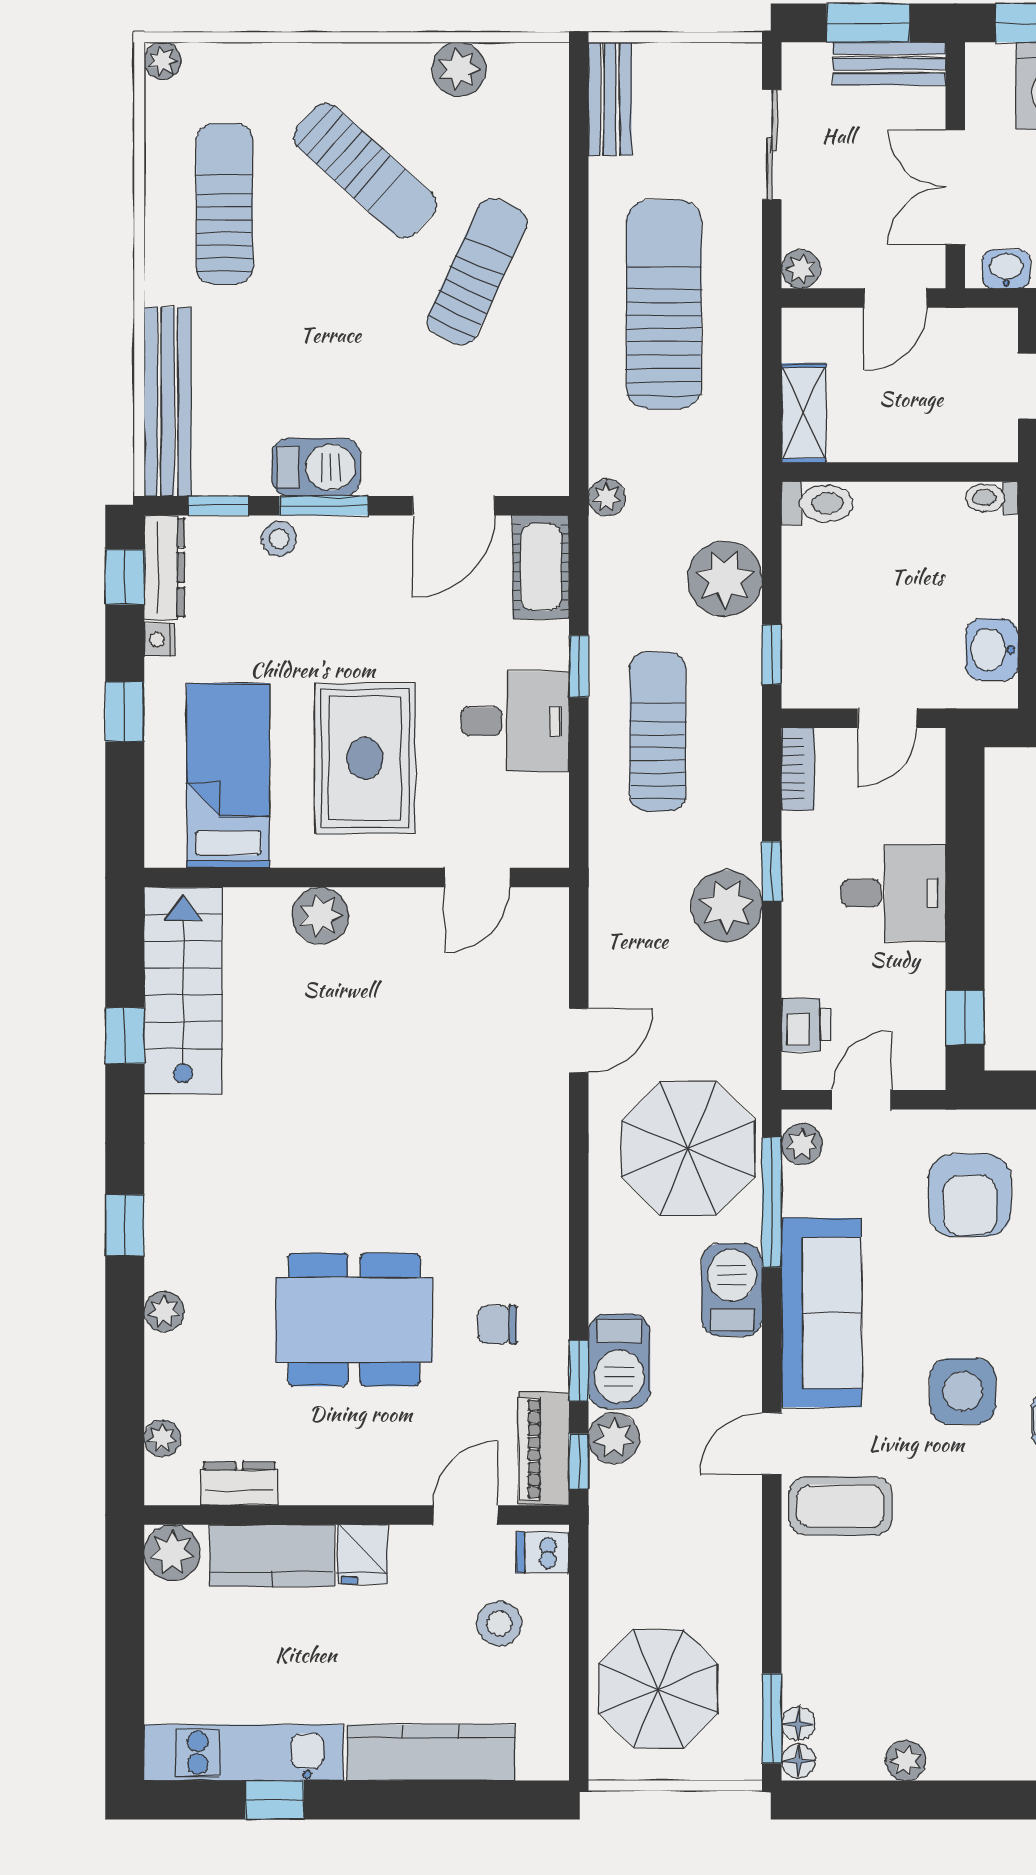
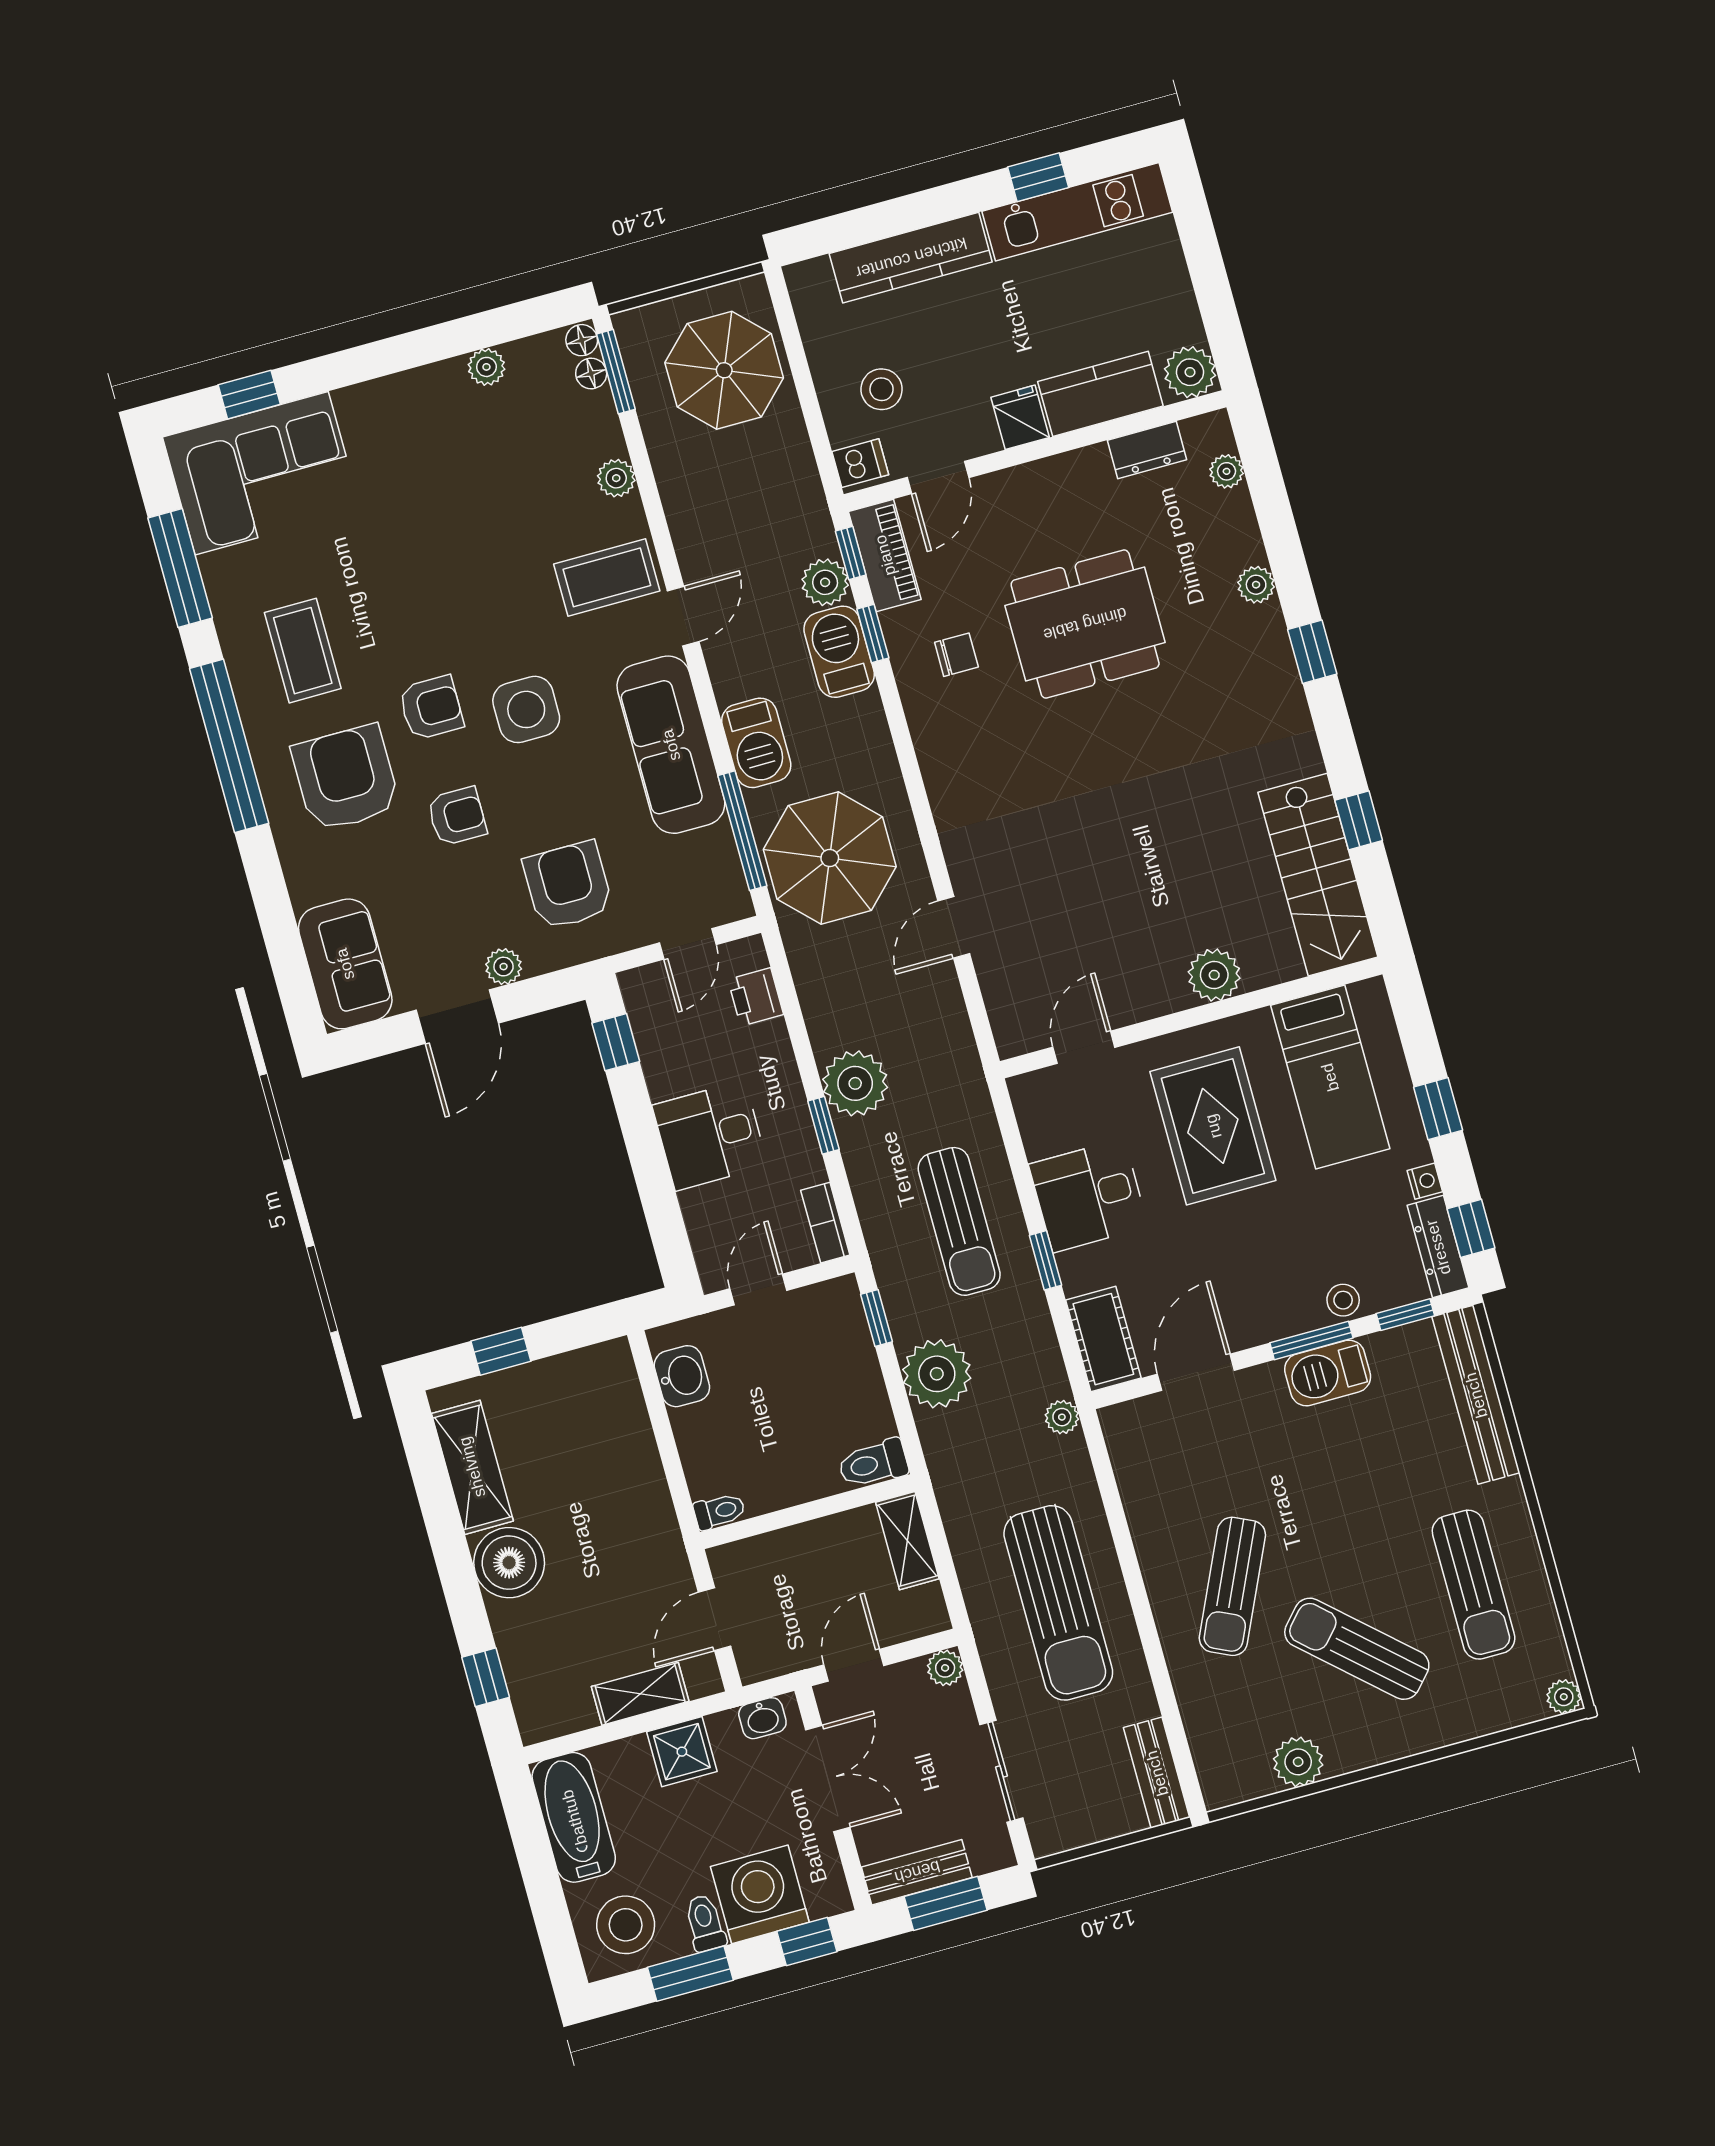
plant: (802, 1144) -> (616, 478), moved

